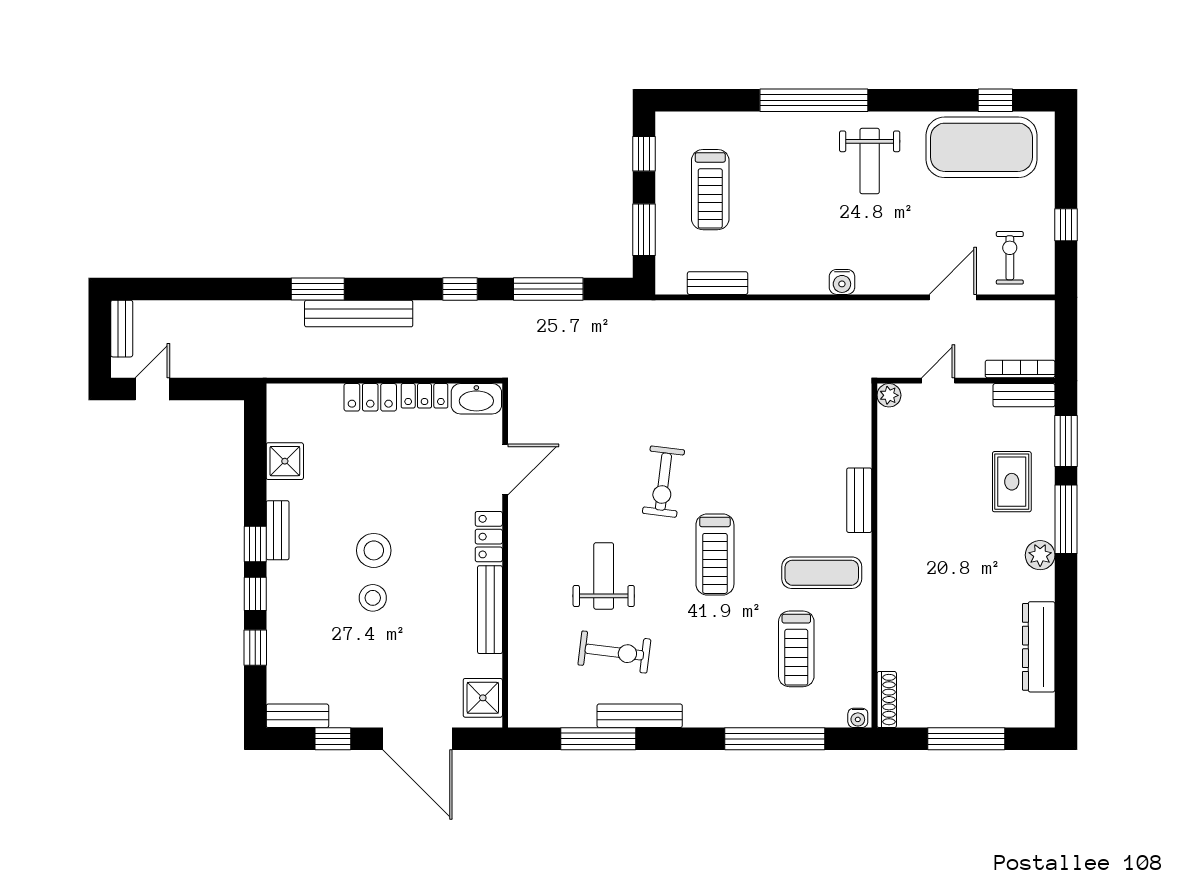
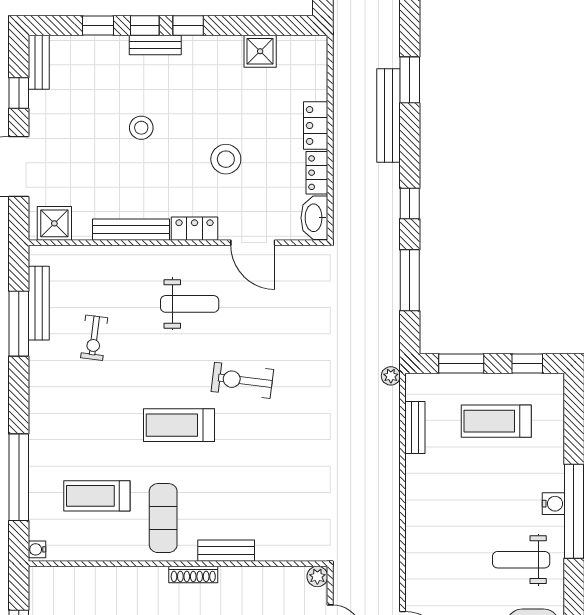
water cooler: (842, 282) -> (553, 504), moved, turned 180
plant: (658, 311) -> (391, 376), added
bench: (278, 530) -> (155, 45), moved
stool: (374, 550) -> (226, 159), moved
weight bench: (604, 576) -> (190, 304), moved
exercise bike: (614, 652) -> (94, 338), width x0.73, depth x0.72
shoe rack: (887, 700) -> (193, 574), moved
bench: (640, 716) -> (39, 303), moved

